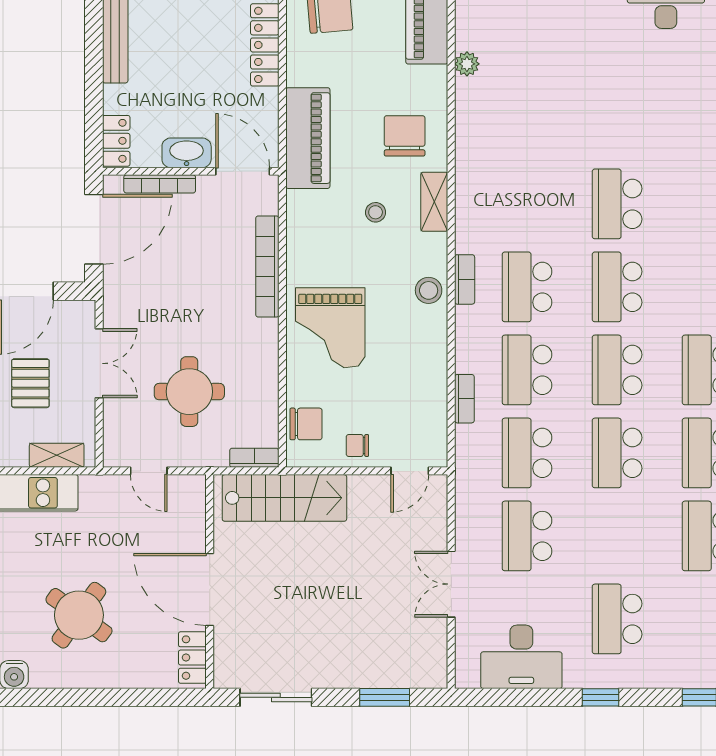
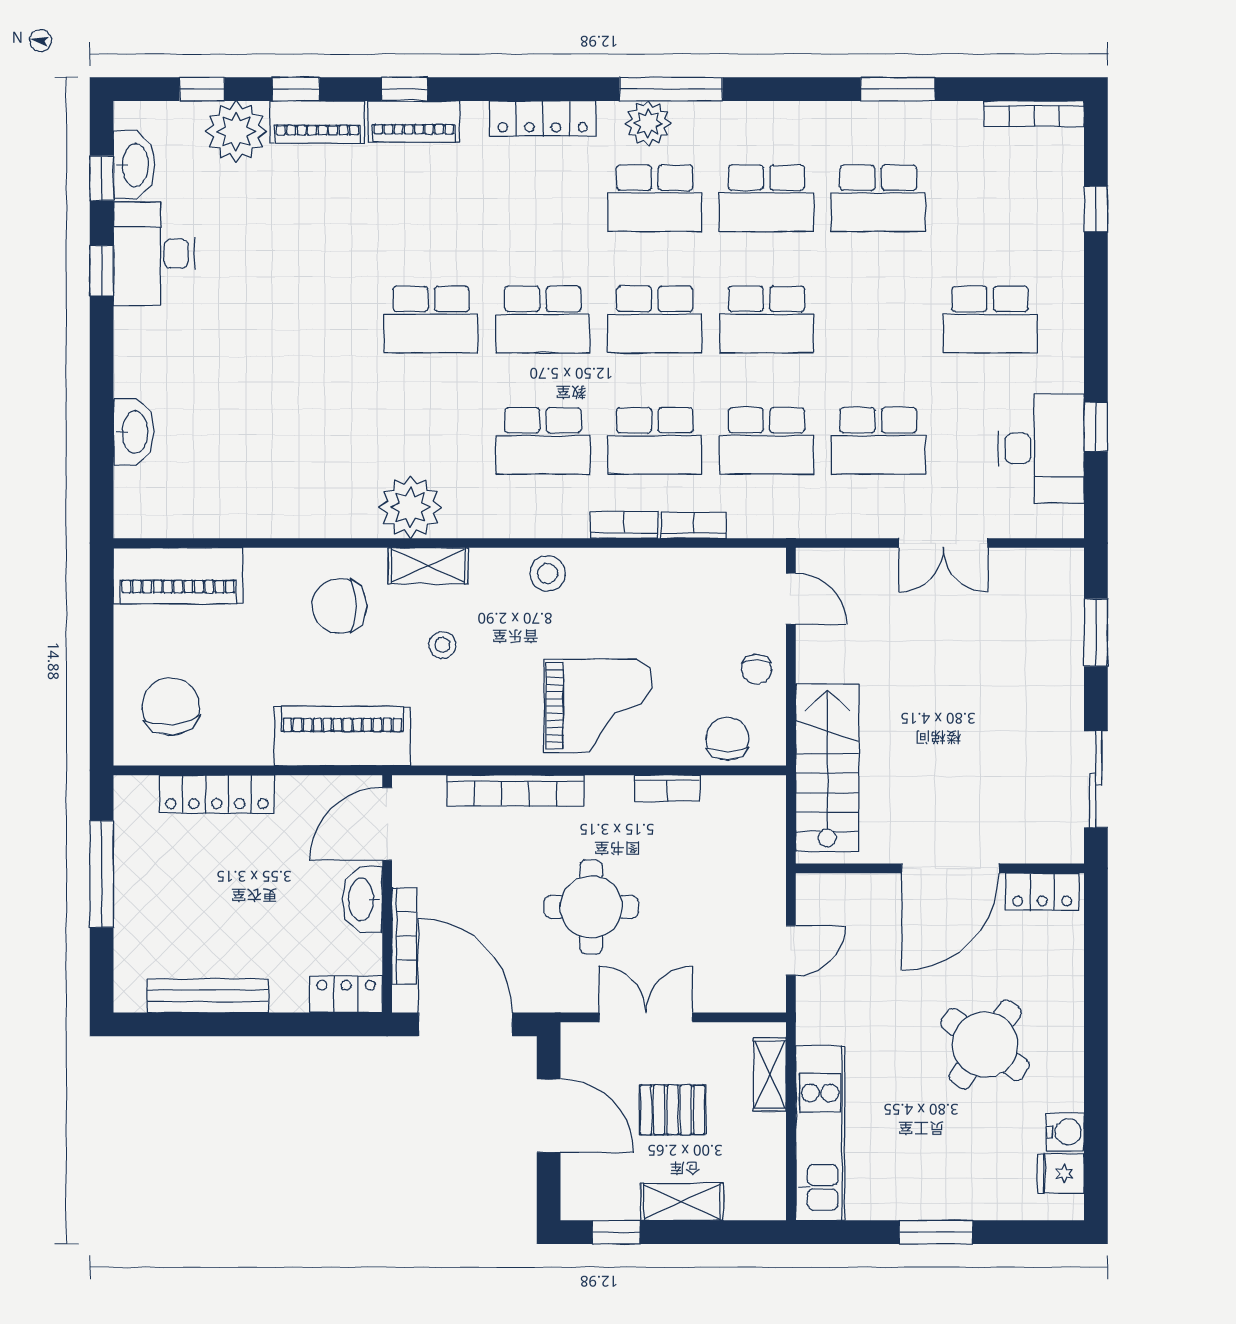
plant: (467, 64) -> (410, 507), moved, width x1.87, depth x1.87
bookcase: (465, 279) -> (624, 525), moved
round table: (189, 392) -> (591, 907), moved
bookcase: (254, 458) -> (667, 788), moved, turned -90
window: (601, 697) -> (1096, 427), moved

